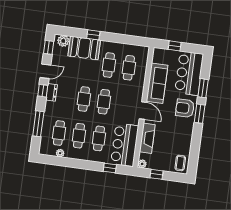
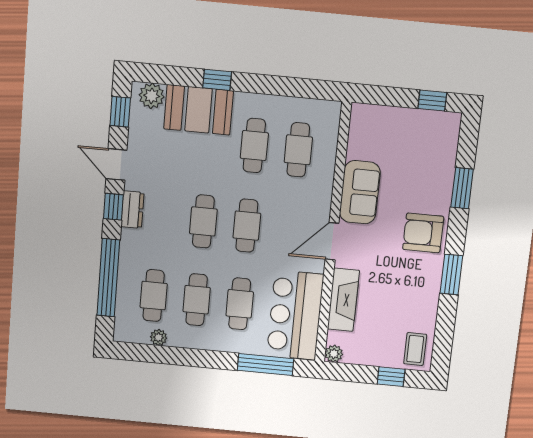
window: (175, 46) -> (432, 100), moved
door: (45, 71) -> (116, 165), swing flipped
bar counter: (189, 73) -> (431, 157), removed
sofa: (157, 83) -> (360, 192), width x0.73
door: (143, 110) -> (332, 241), swing flipped
window: (200, 114) -> (451, 274), moved
window: (38, 124) -> (108, 278), width x1.46
window: (110, 168) -> (265, 365), width x2.17
window: (157, 174) -> (391, 377), moved

